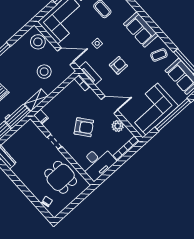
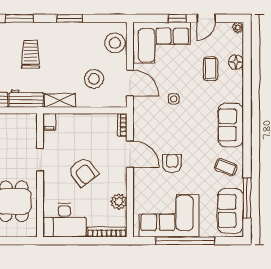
armchair: (118, 65) -> (172, 163), moved, turned -90
tv unit: (90, 73) -> (139, 123), removed
door: (109, 105) -> (130, 154), moved

